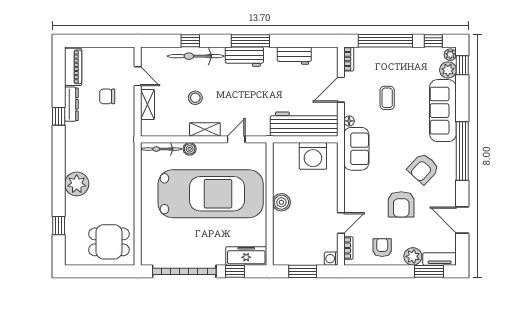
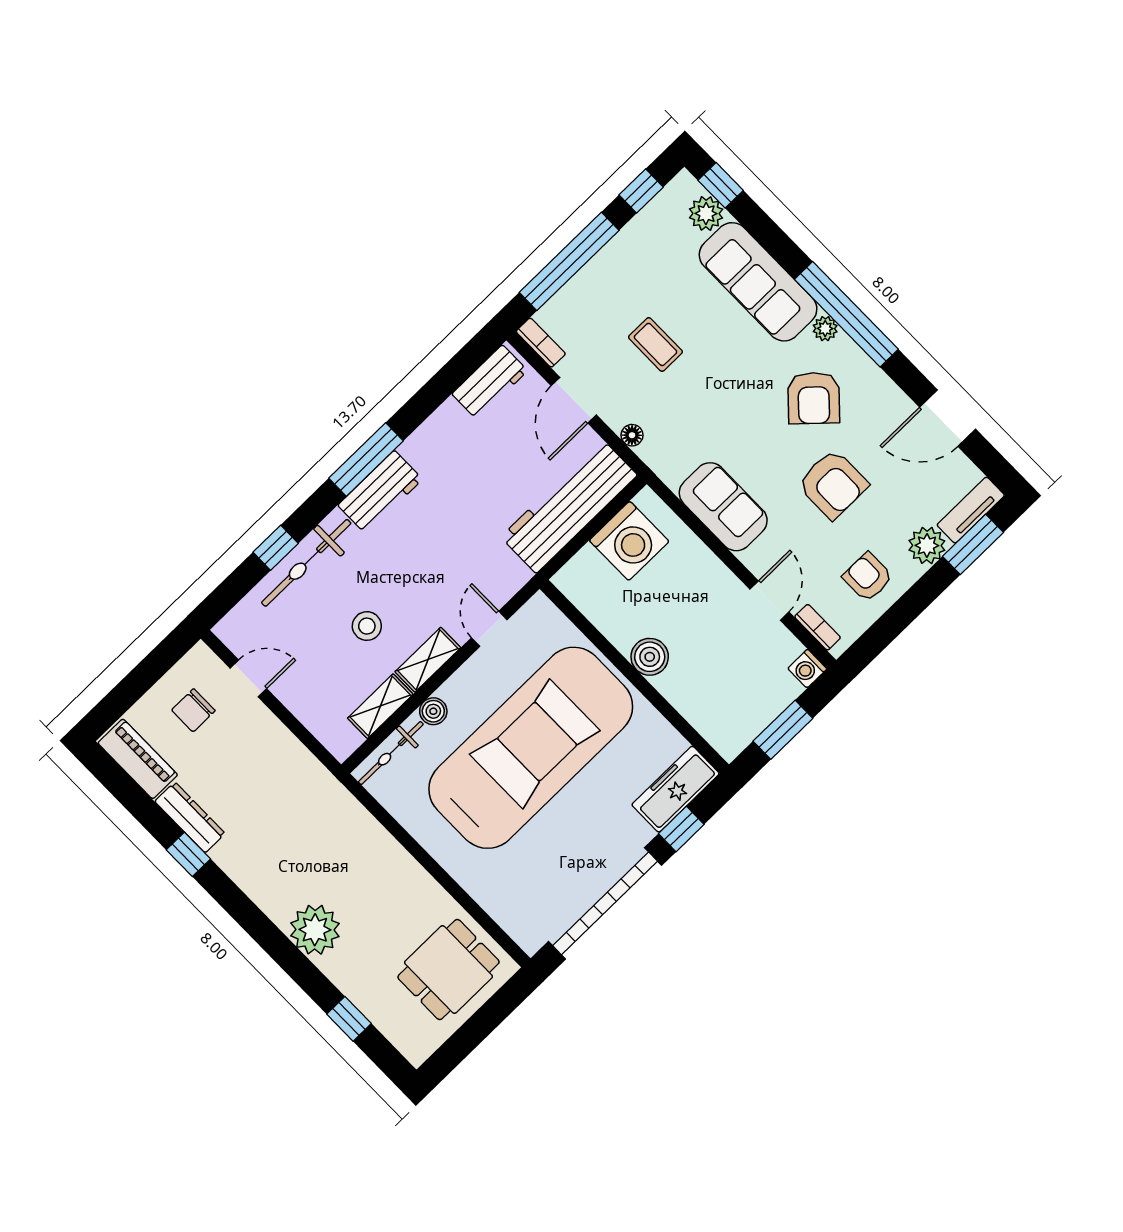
plant: (450, 55) -> (825, 329), moved
workbench: (294, 56) -> (490, 382), moved
chair: (107, 96) -> (193, 710), moved
shelving: (147, 105) -> (380, 706), moved, turned 90
sofa: (356, 149) -> (723, 507), moved

